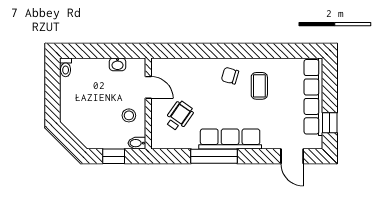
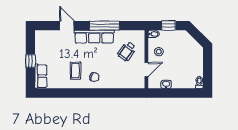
door: (148, 87) -> (146, 70), swing flipped
row of seats: (313, 97) -> (41, 76), width x0.50
window: (330, 123) -> (30, 61), moved
door: (292, 156) -> (67, 26), moved

